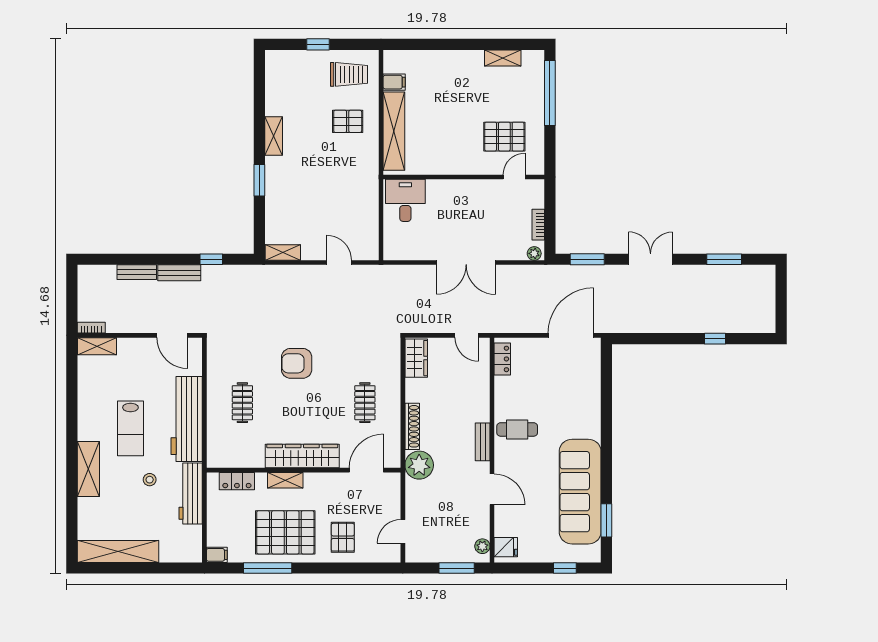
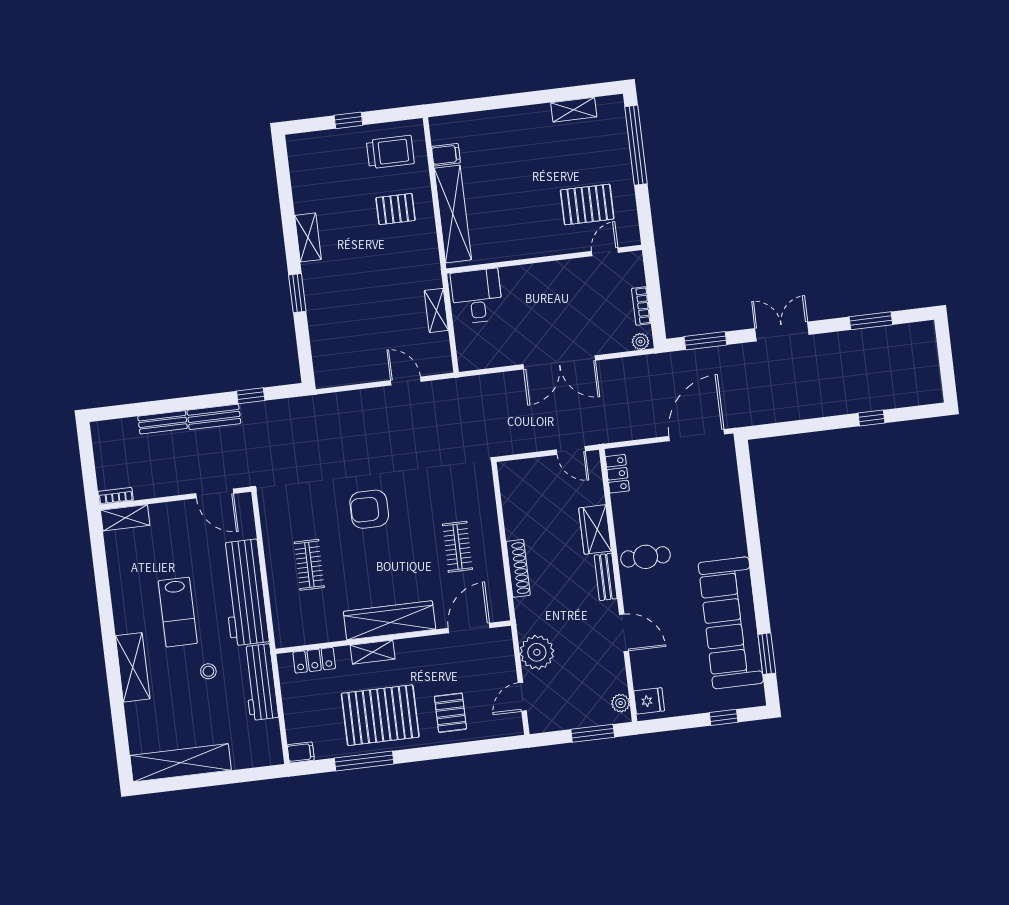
shelving: (283, 252) -> (436, 310), moved, turned 90
wardrobe: (416, 358) -> (595, 529), moved, turned 180
plant: (419, 465) -> (537, 652), moved

